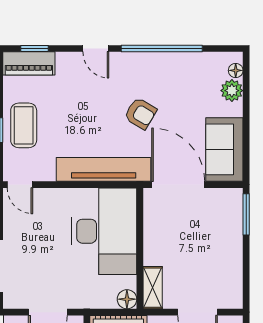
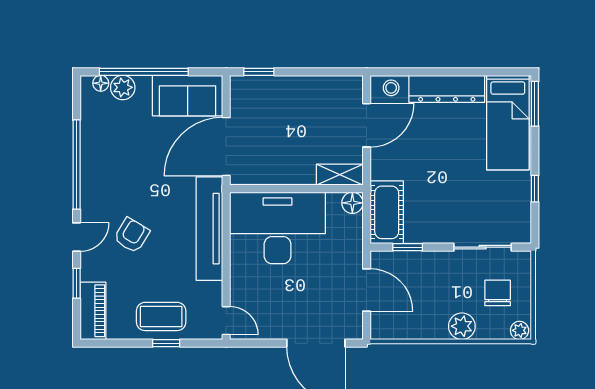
window: (35, 49) -> (77, 283), moved
window: (246, 110) -> (144, 72), added
armchair: (140, 113) -> (132, 235), moved
door: (20, 185) -> (226, 321), hinge flipped
window: (246, 214) -> (259, 72), width x0.67

